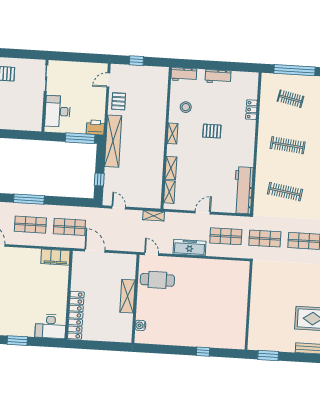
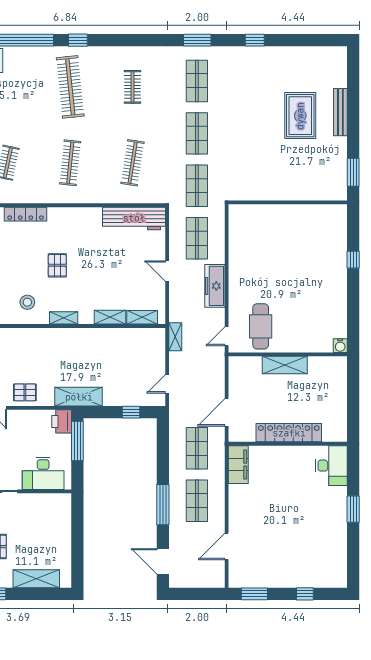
locker: (251, 110) -> (26, 214), width x1.53
shelving: (113, 141) -> (79, 397), width x0.68
locker: (76, 315) -> (289, 433), moved
water cooler: (140, 325) -> (340, 346), moved

